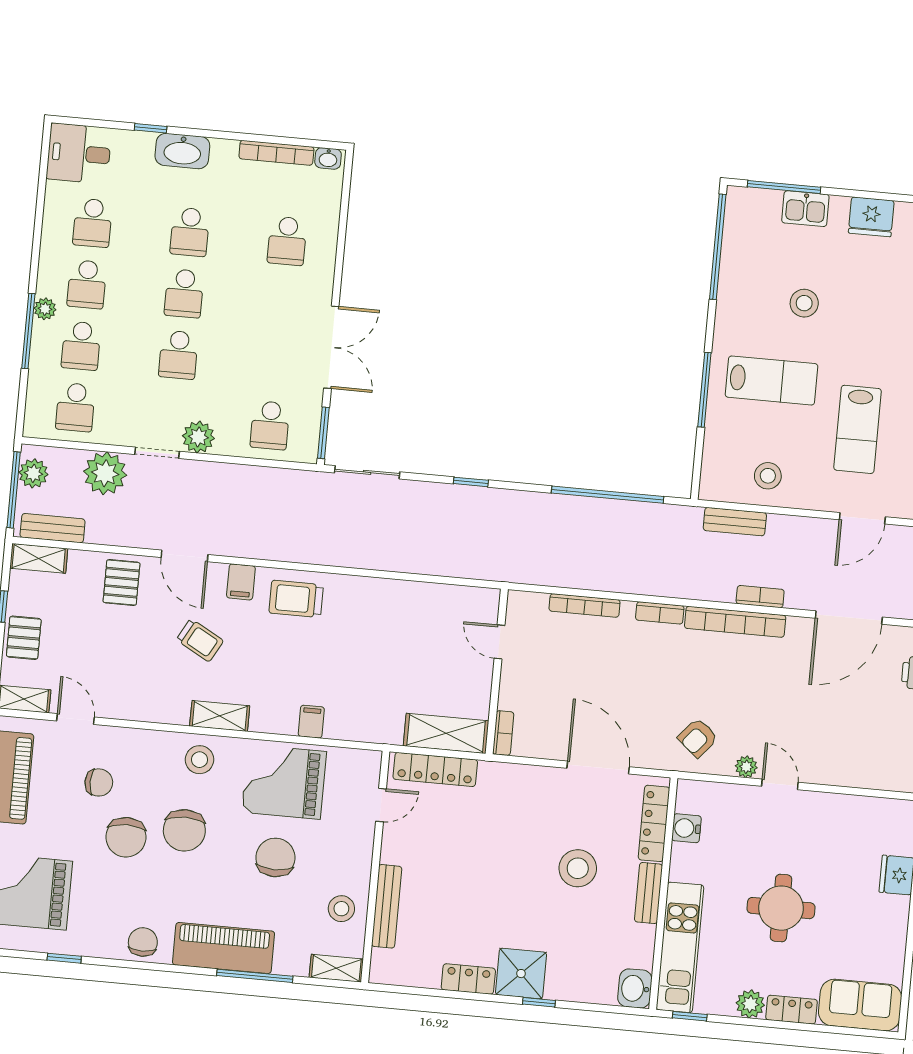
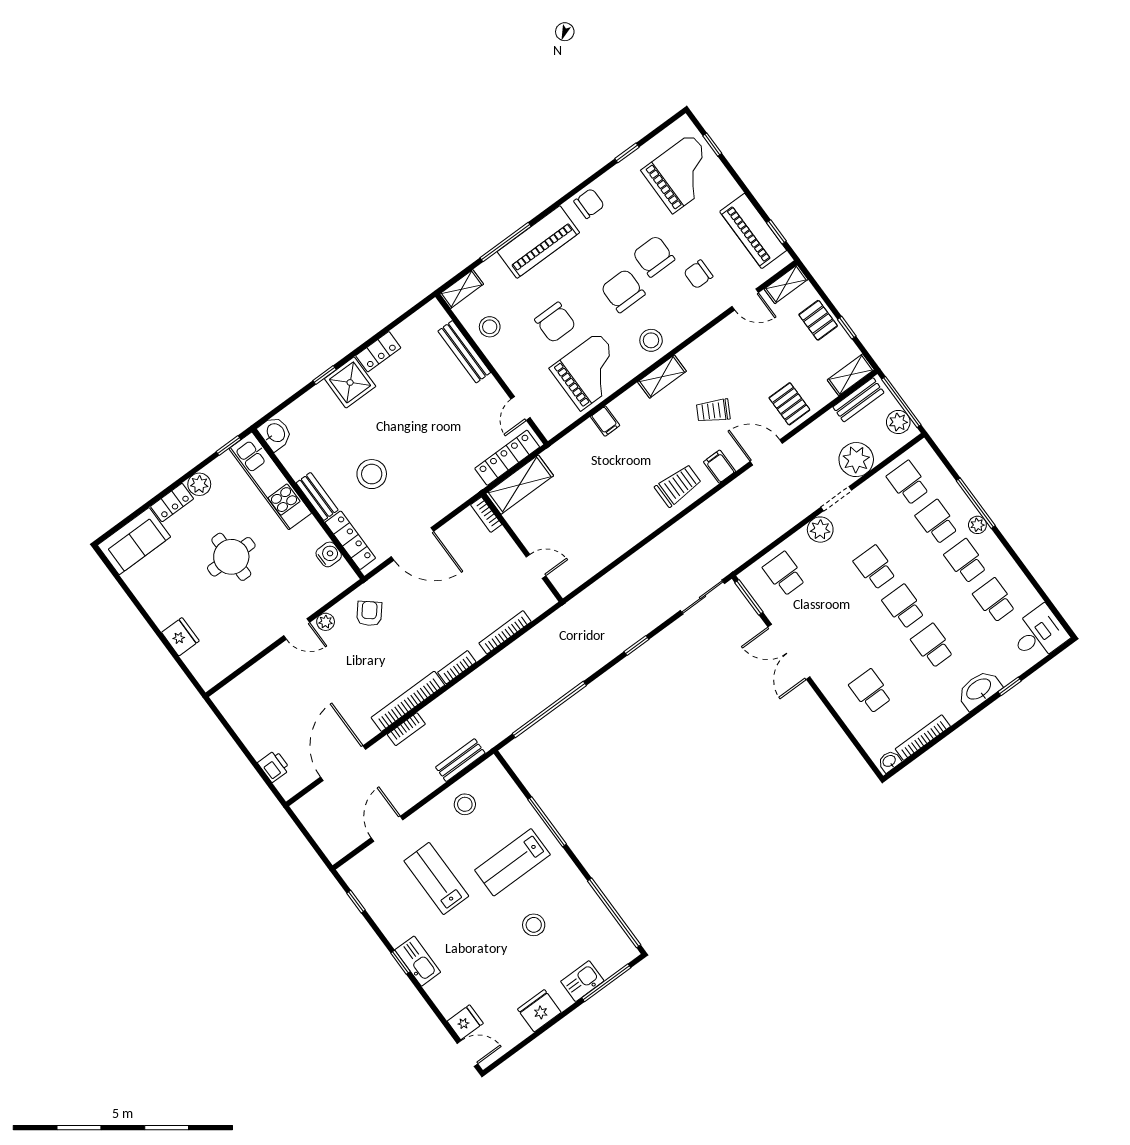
chair: (143, 942) -> (589, 203), turned -90

